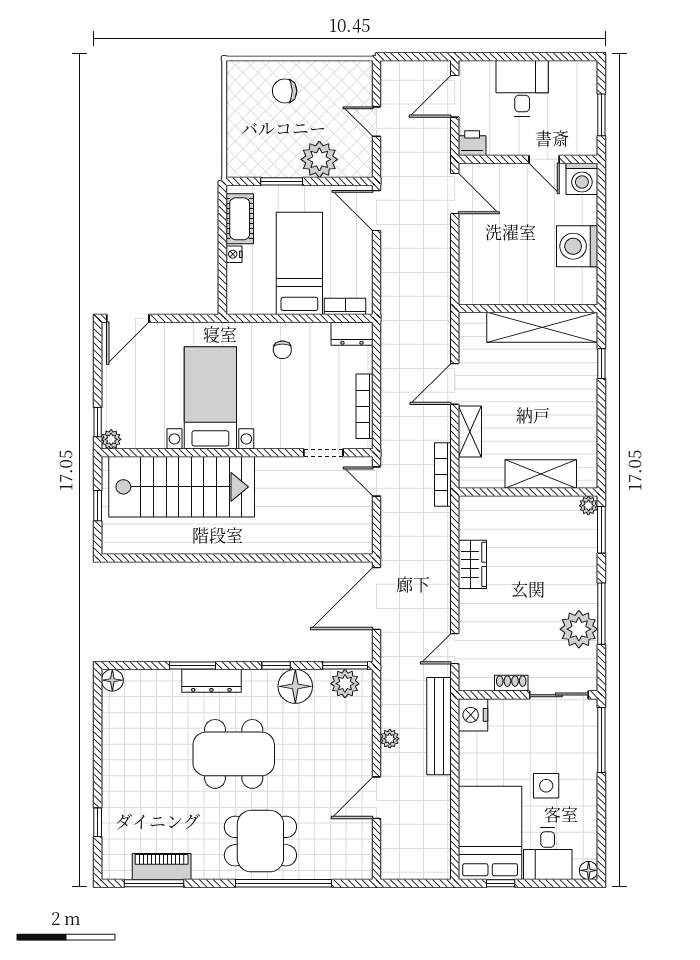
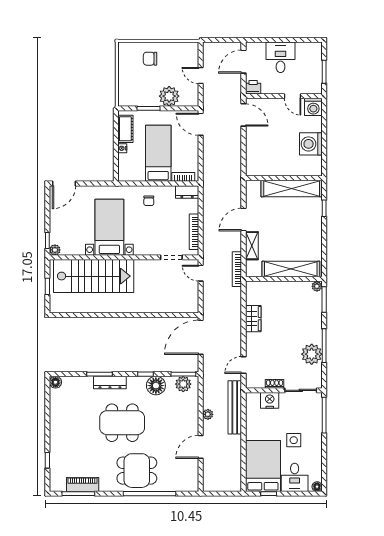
shelving: (541, 474) -> (291, 269), width x1.47
nightstand: (473, 715) -> (270, 400), moved, turned 90

